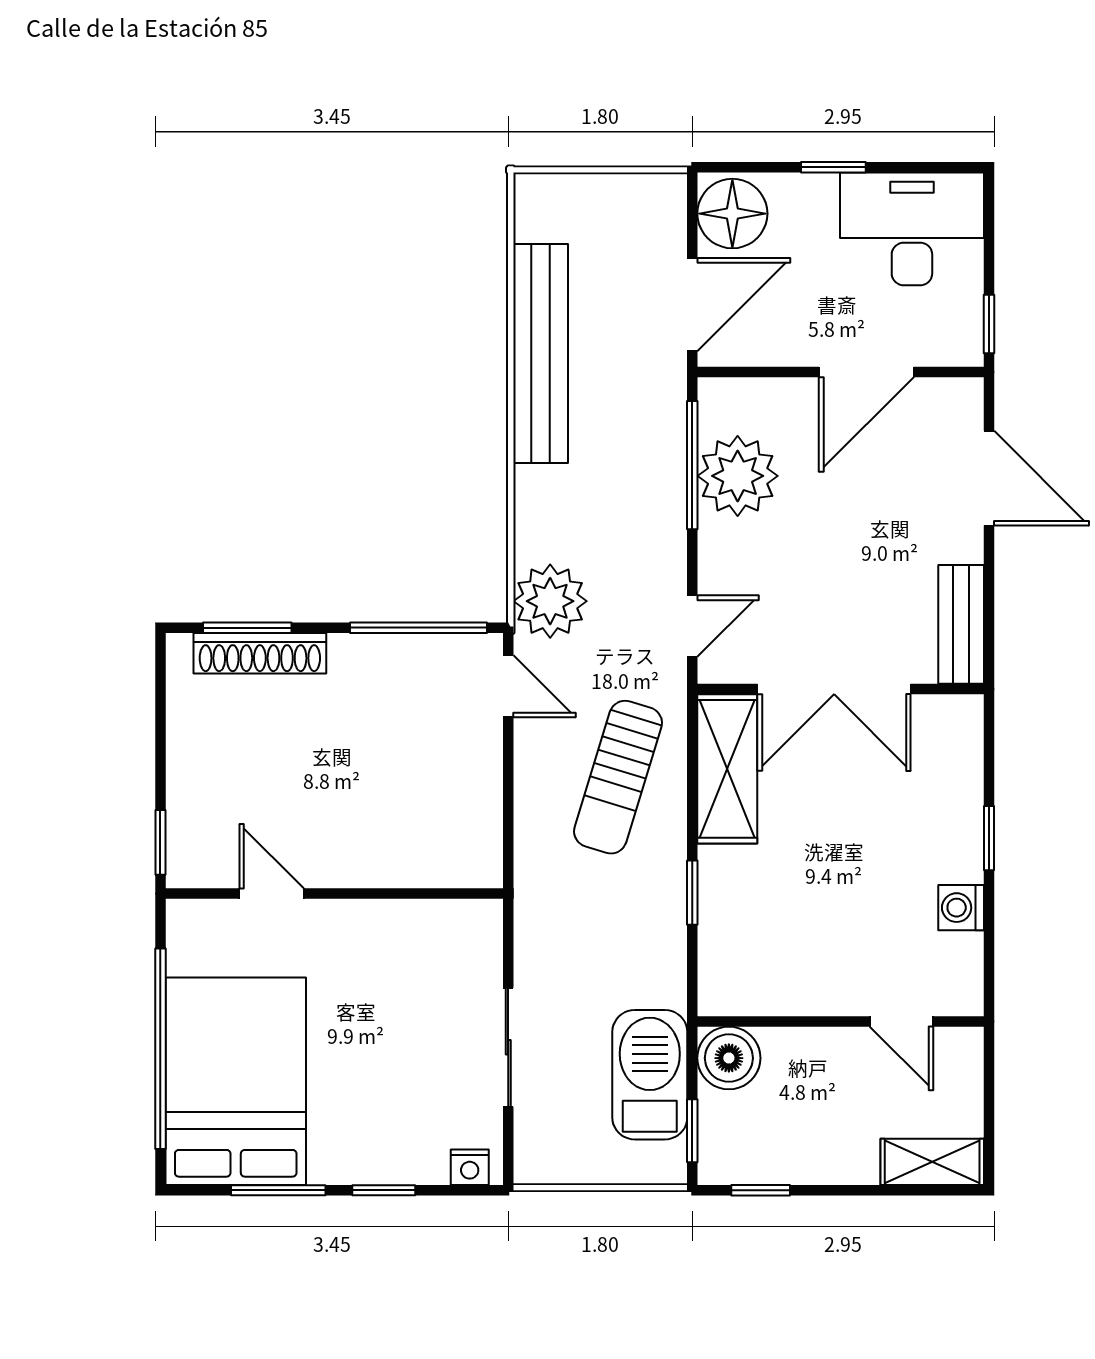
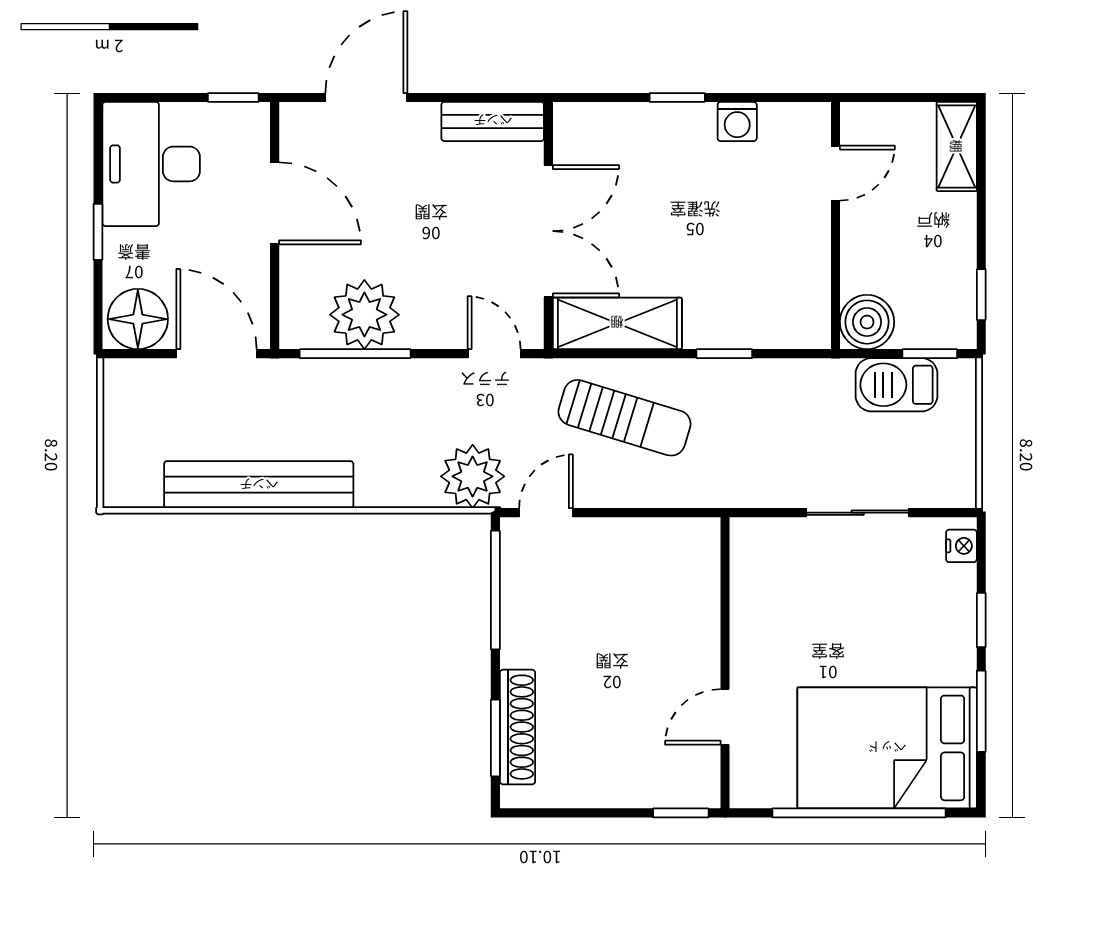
barbecue: (650, 1075) -> (897, 385), width x0.73, depth x0.83

